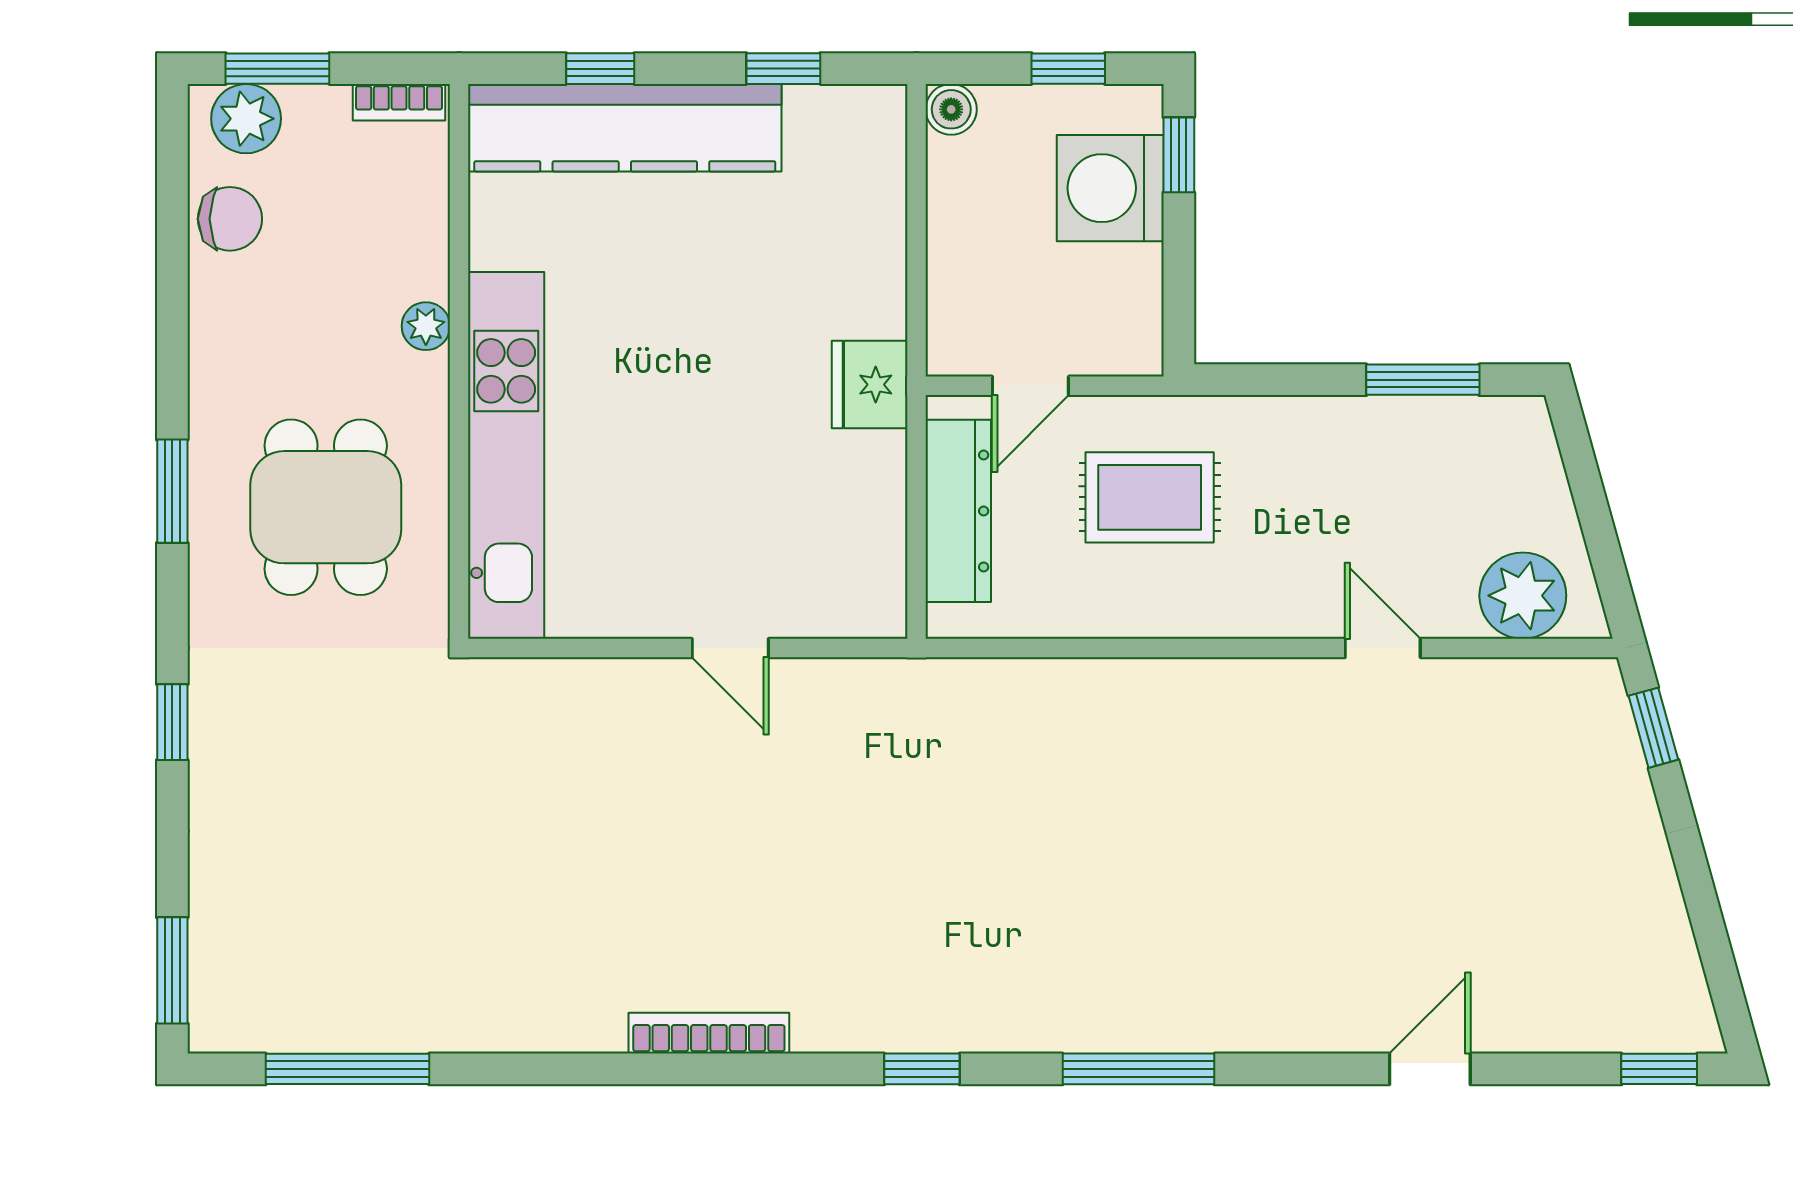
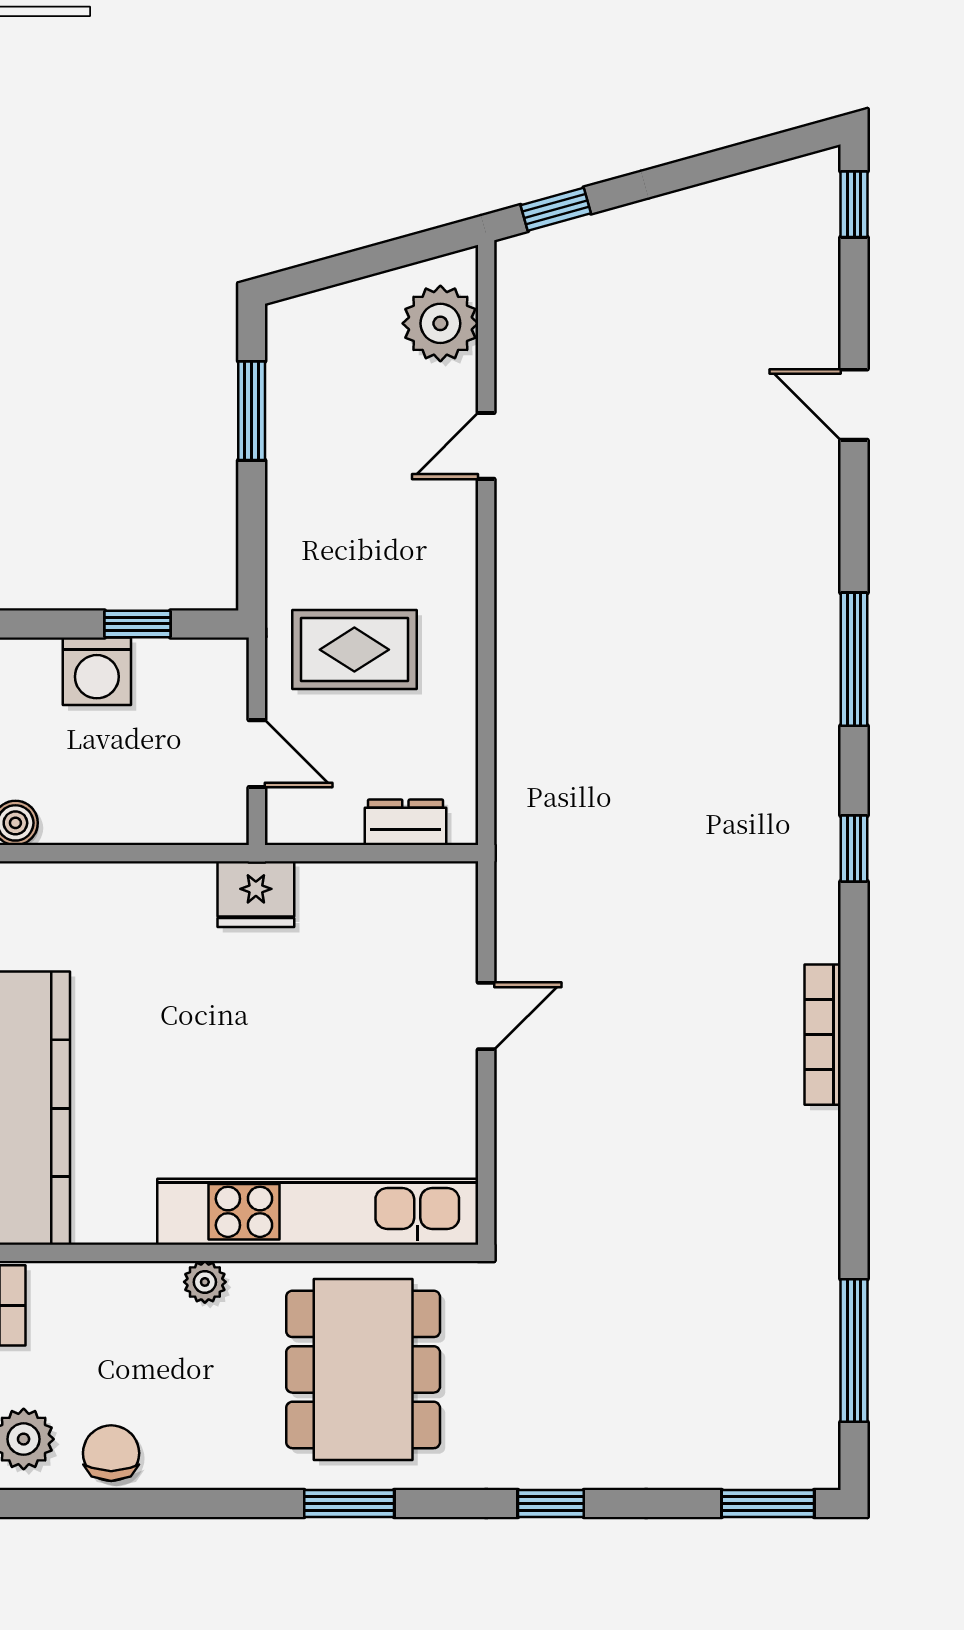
window: (1179, 155) -> (138, 624), moved
washing machine: (1110, 188) -> (97, 671), width x0.73, depth x0.73
rug: (1150, 497) -> (354, 650), turned 90
dining table: (326, 507) -> (363, 1369), width x1.38
dresser: (958, 511) -> (405, 822), width x0.51, depth x0.80

